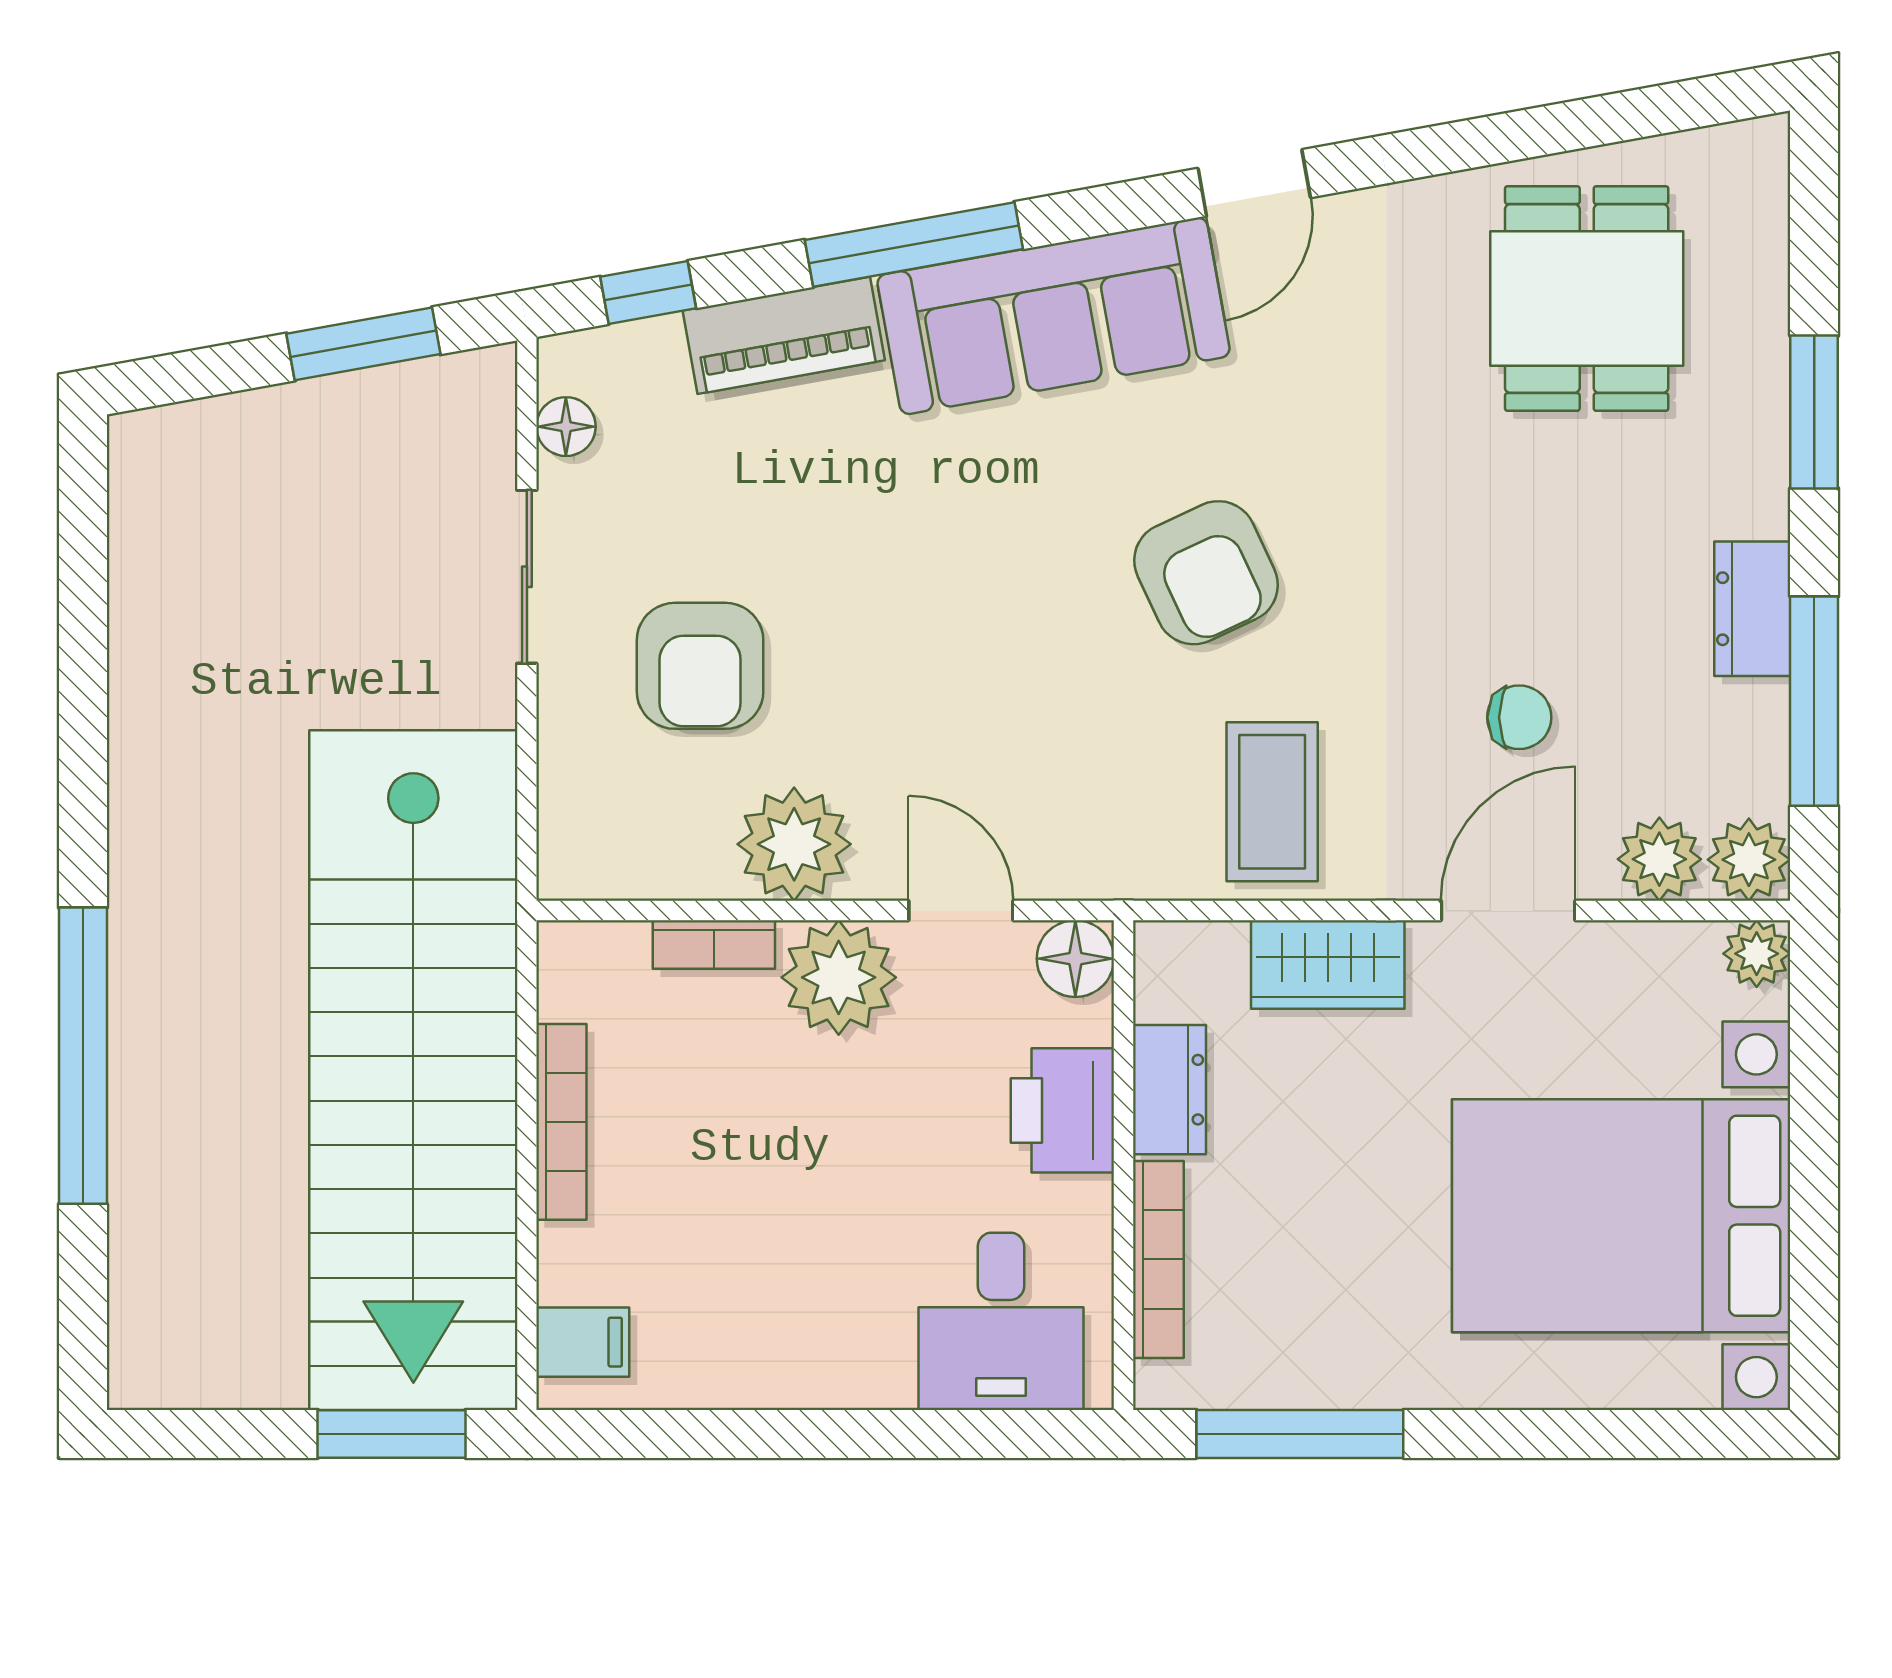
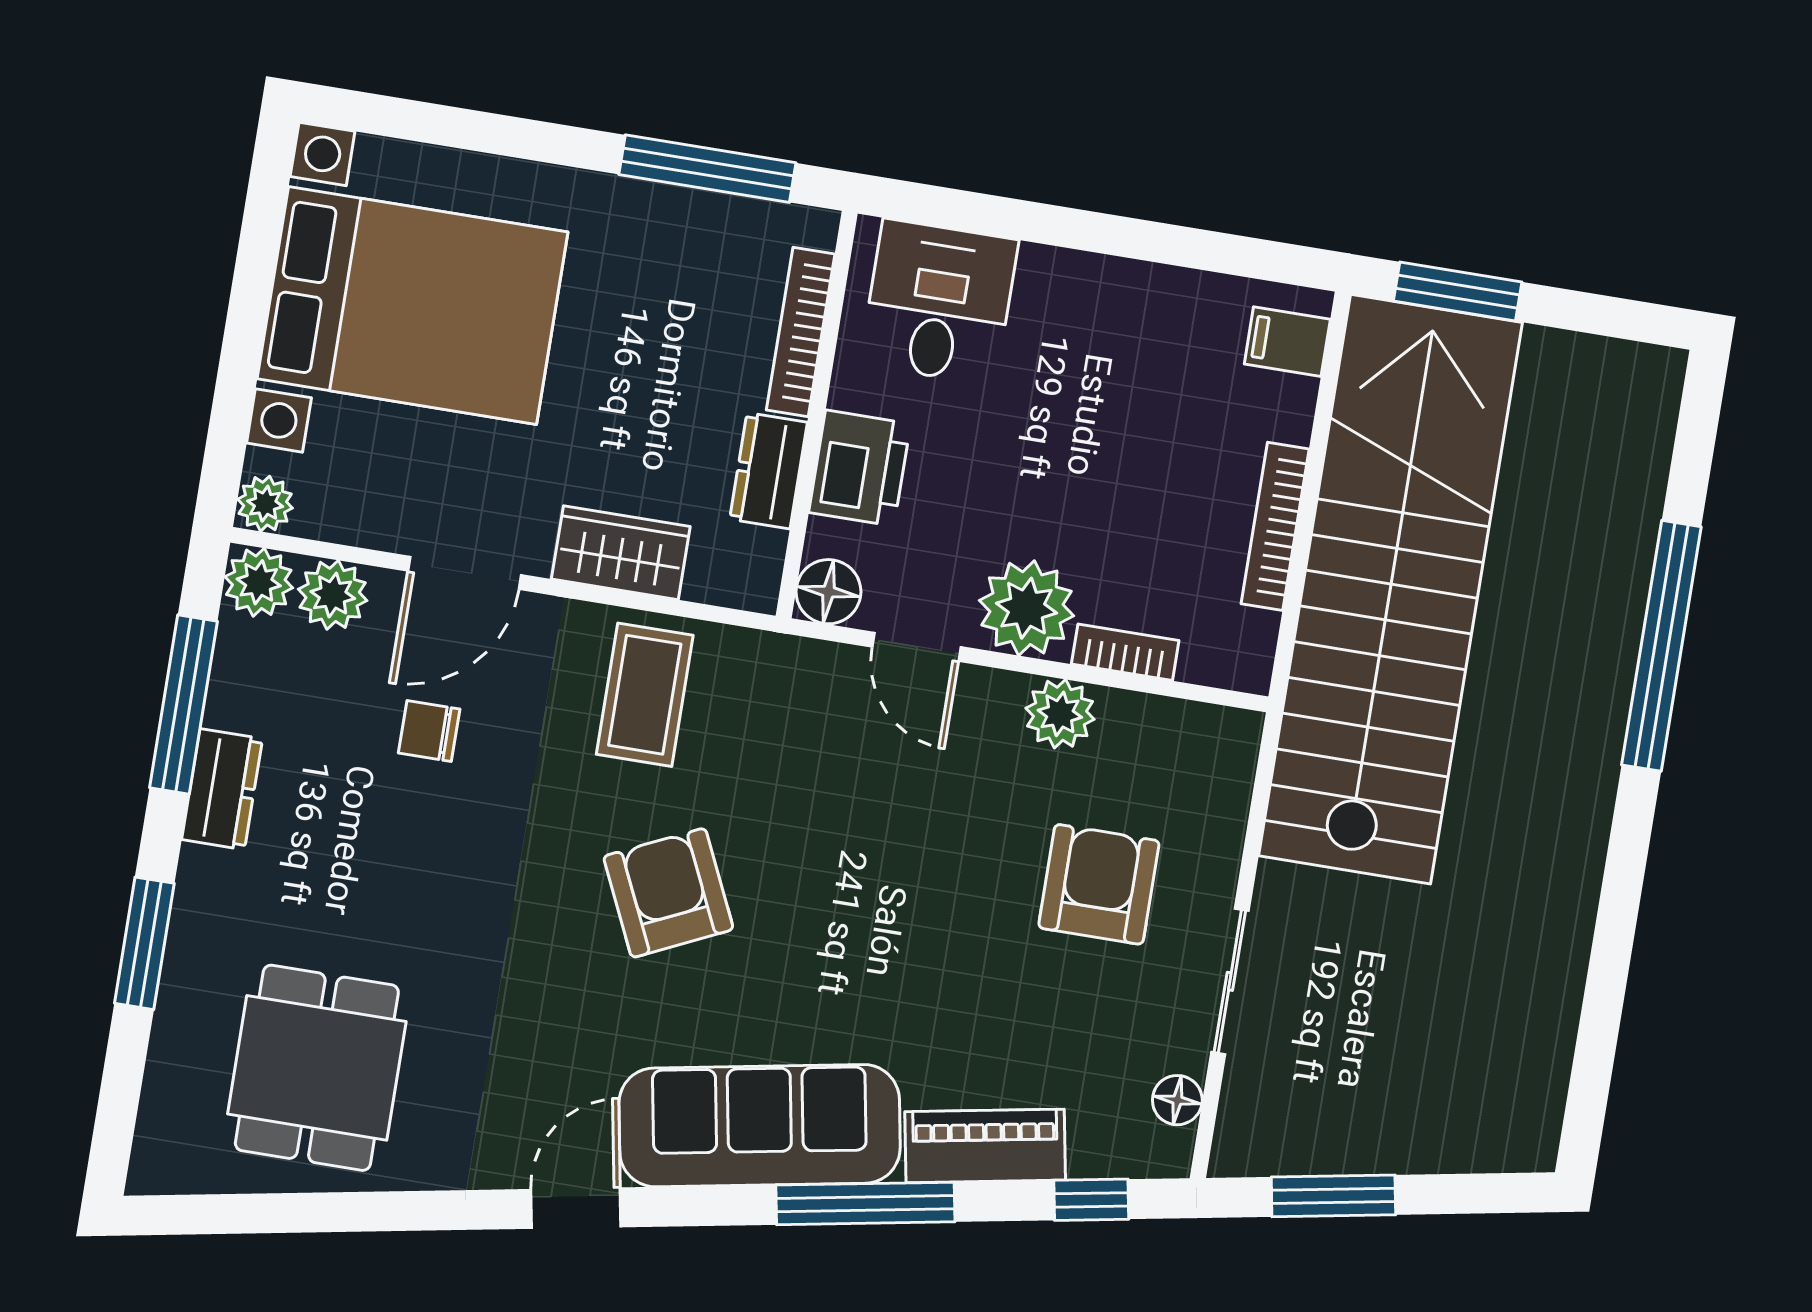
plant: (794, 844) -> (1060, 714), width x0.73, depth x0.73

